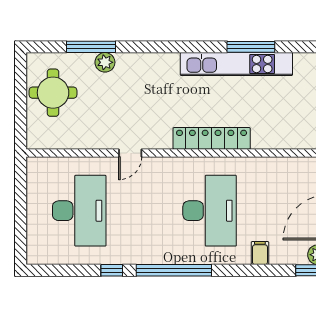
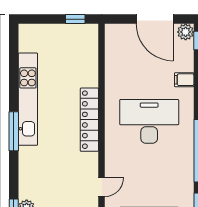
window: (251, 47) -> (14, 131), moved
door: (130, 153) -> (101, 187), hinge flipped

